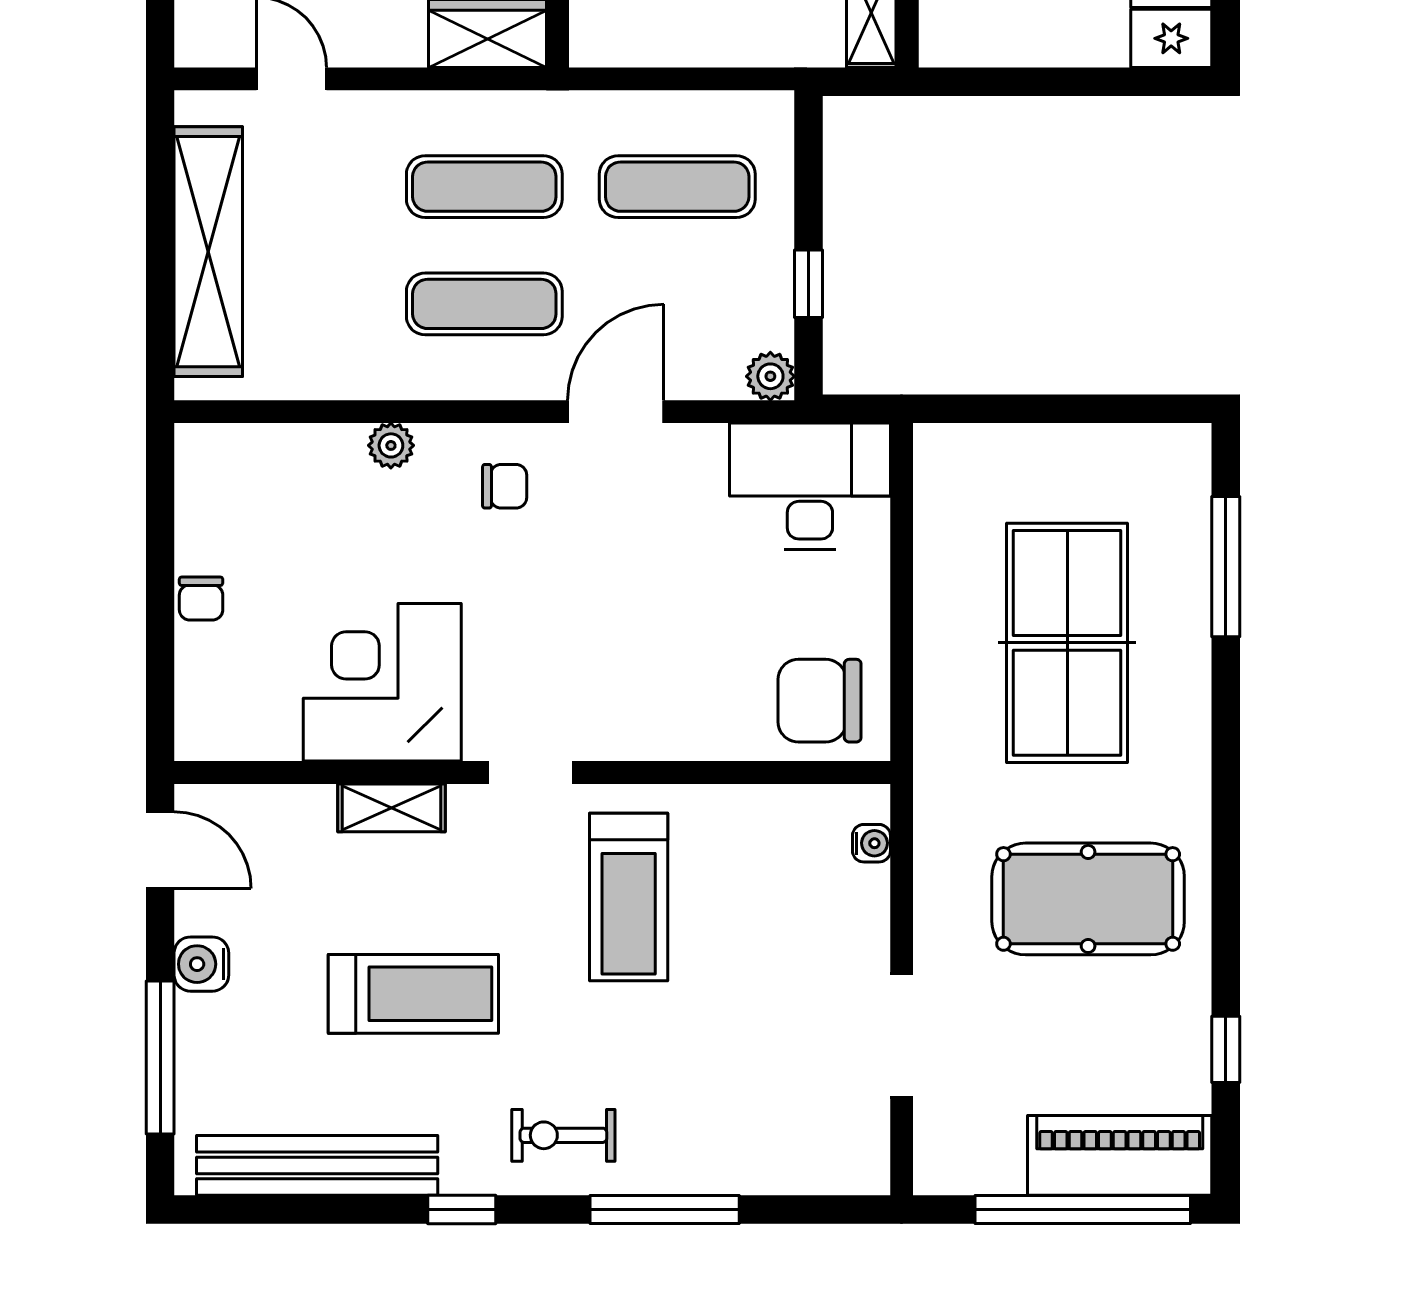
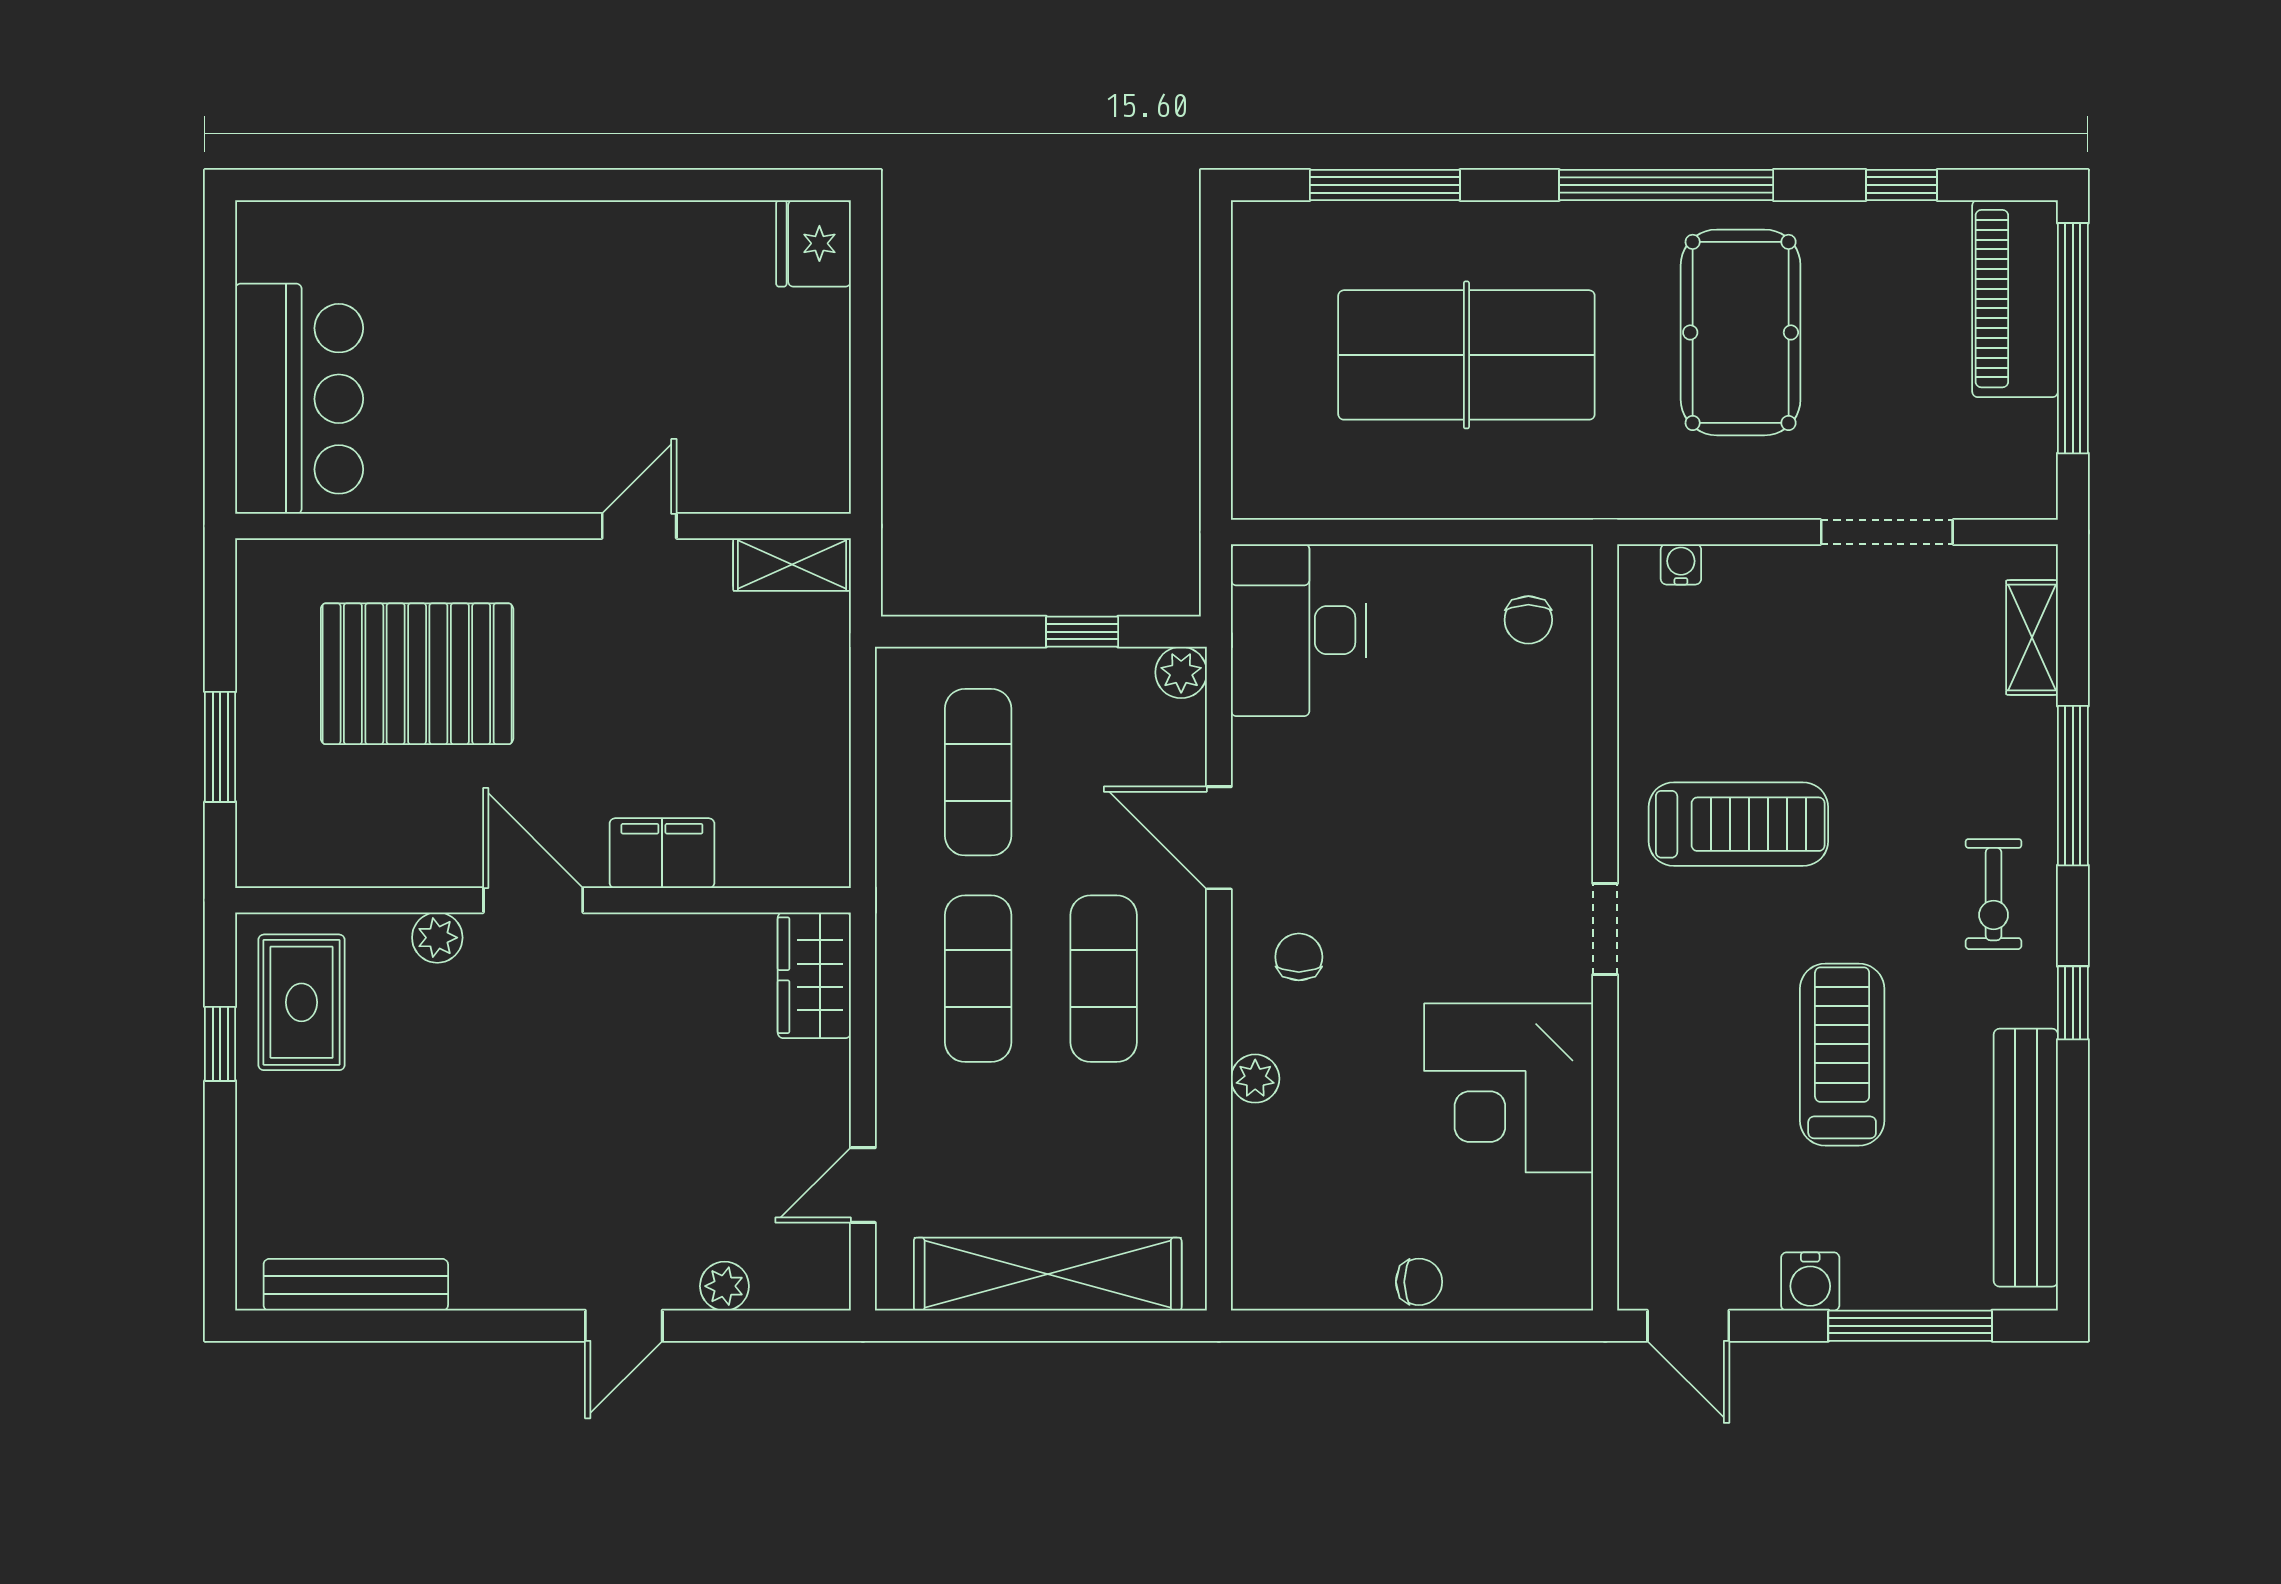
chair: (820, 701) -> (1528, 620), width x0.54, depth x0.54
shelving: (392, 808) -> (2032, 637), moved
window: (1226, 829) -> (1666, 185), added
door: (160, 850) -> (1688, 1326), swing flipped

